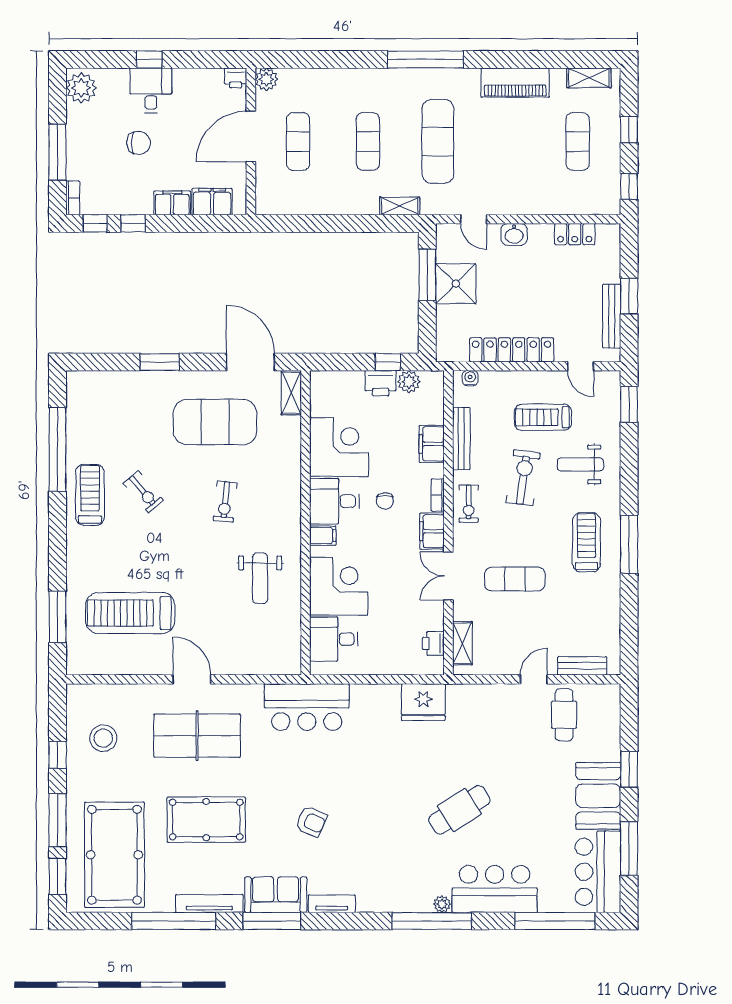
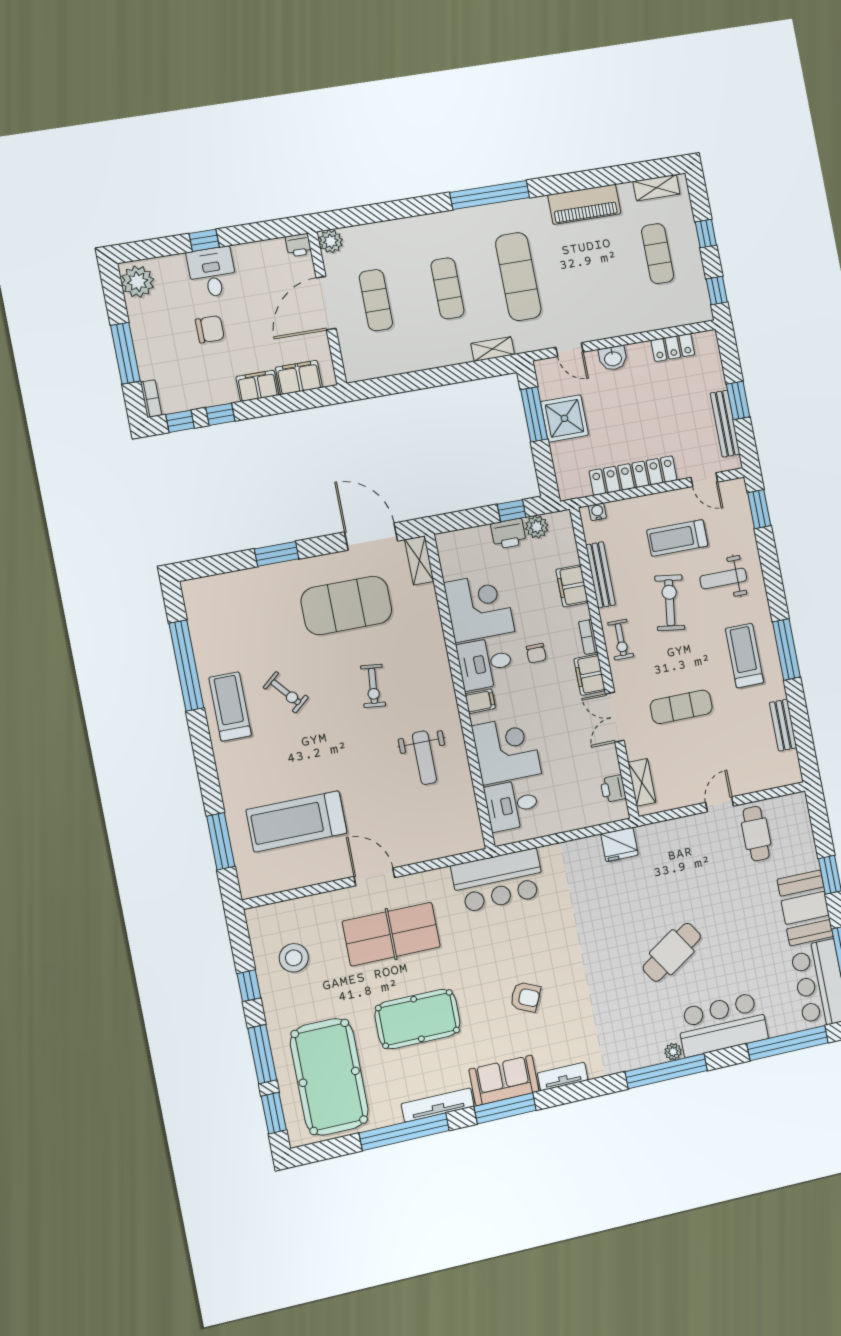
bench: (582, 666) -> (783, 725), moved, turned 90
fridge: (423, 702) -> (619, 844), width x0.73, depth x0.75

